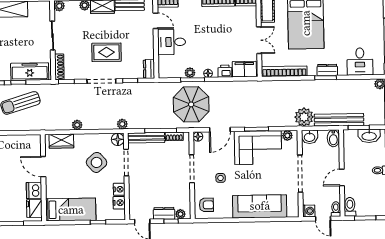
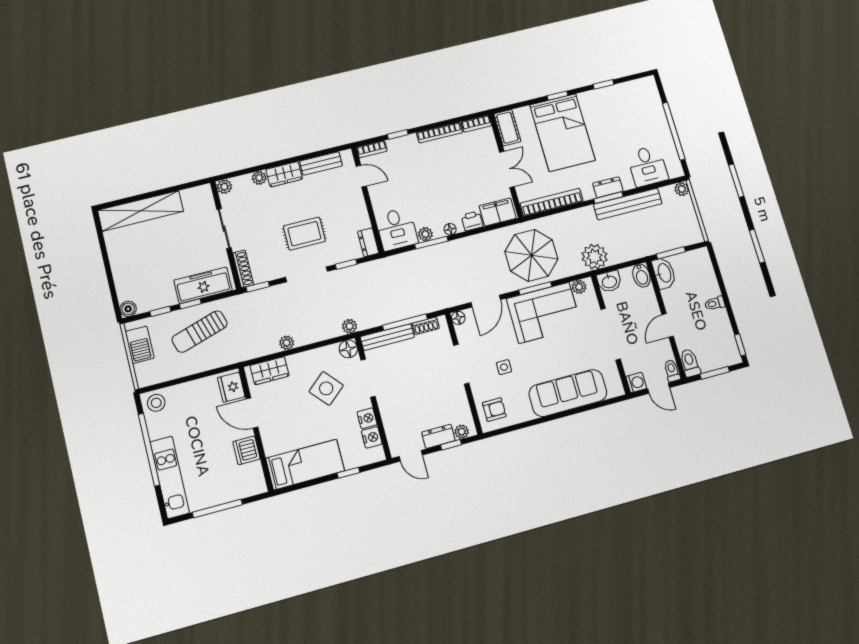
desk: (172, 42) -> (397, 229), moved, turned -90
parasol: (191, 104) -> (531, 255), moved
bench: (339, 120) -> (628, 204), moved
washbasin: (369, 136) -> (664, 273), moved, turned -90
fridge: (34, 208) -> (231, 387), moved

